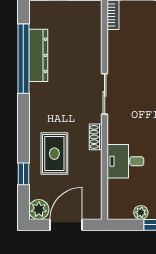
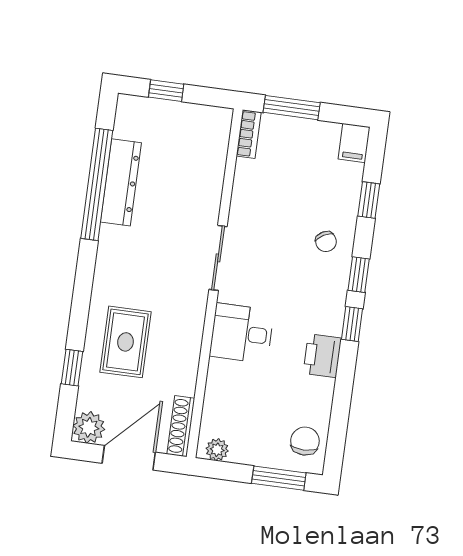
shoe rack: (96, 137) -> (181, 426), moved, width x1.43
desk: (125, 161) -> (242, 333), moved
plant: (141, 212) -> (217, 450), moved

